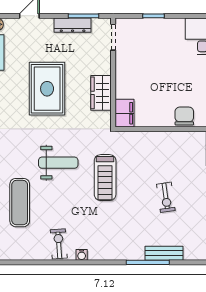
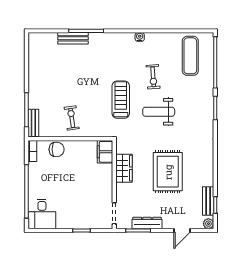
chair: (184, 116) -> (57, 149), turned -90
exercise bike: (166, 197) -> (72, 118), moved
exercise mat: (20, 203) -> (190, 56), moved
exercise bike: (59, 244) -> (153, 77), moved

